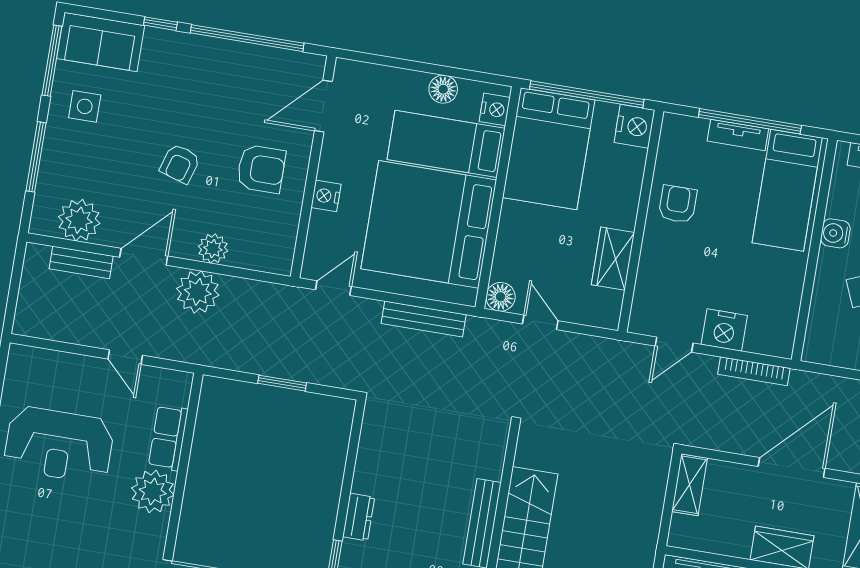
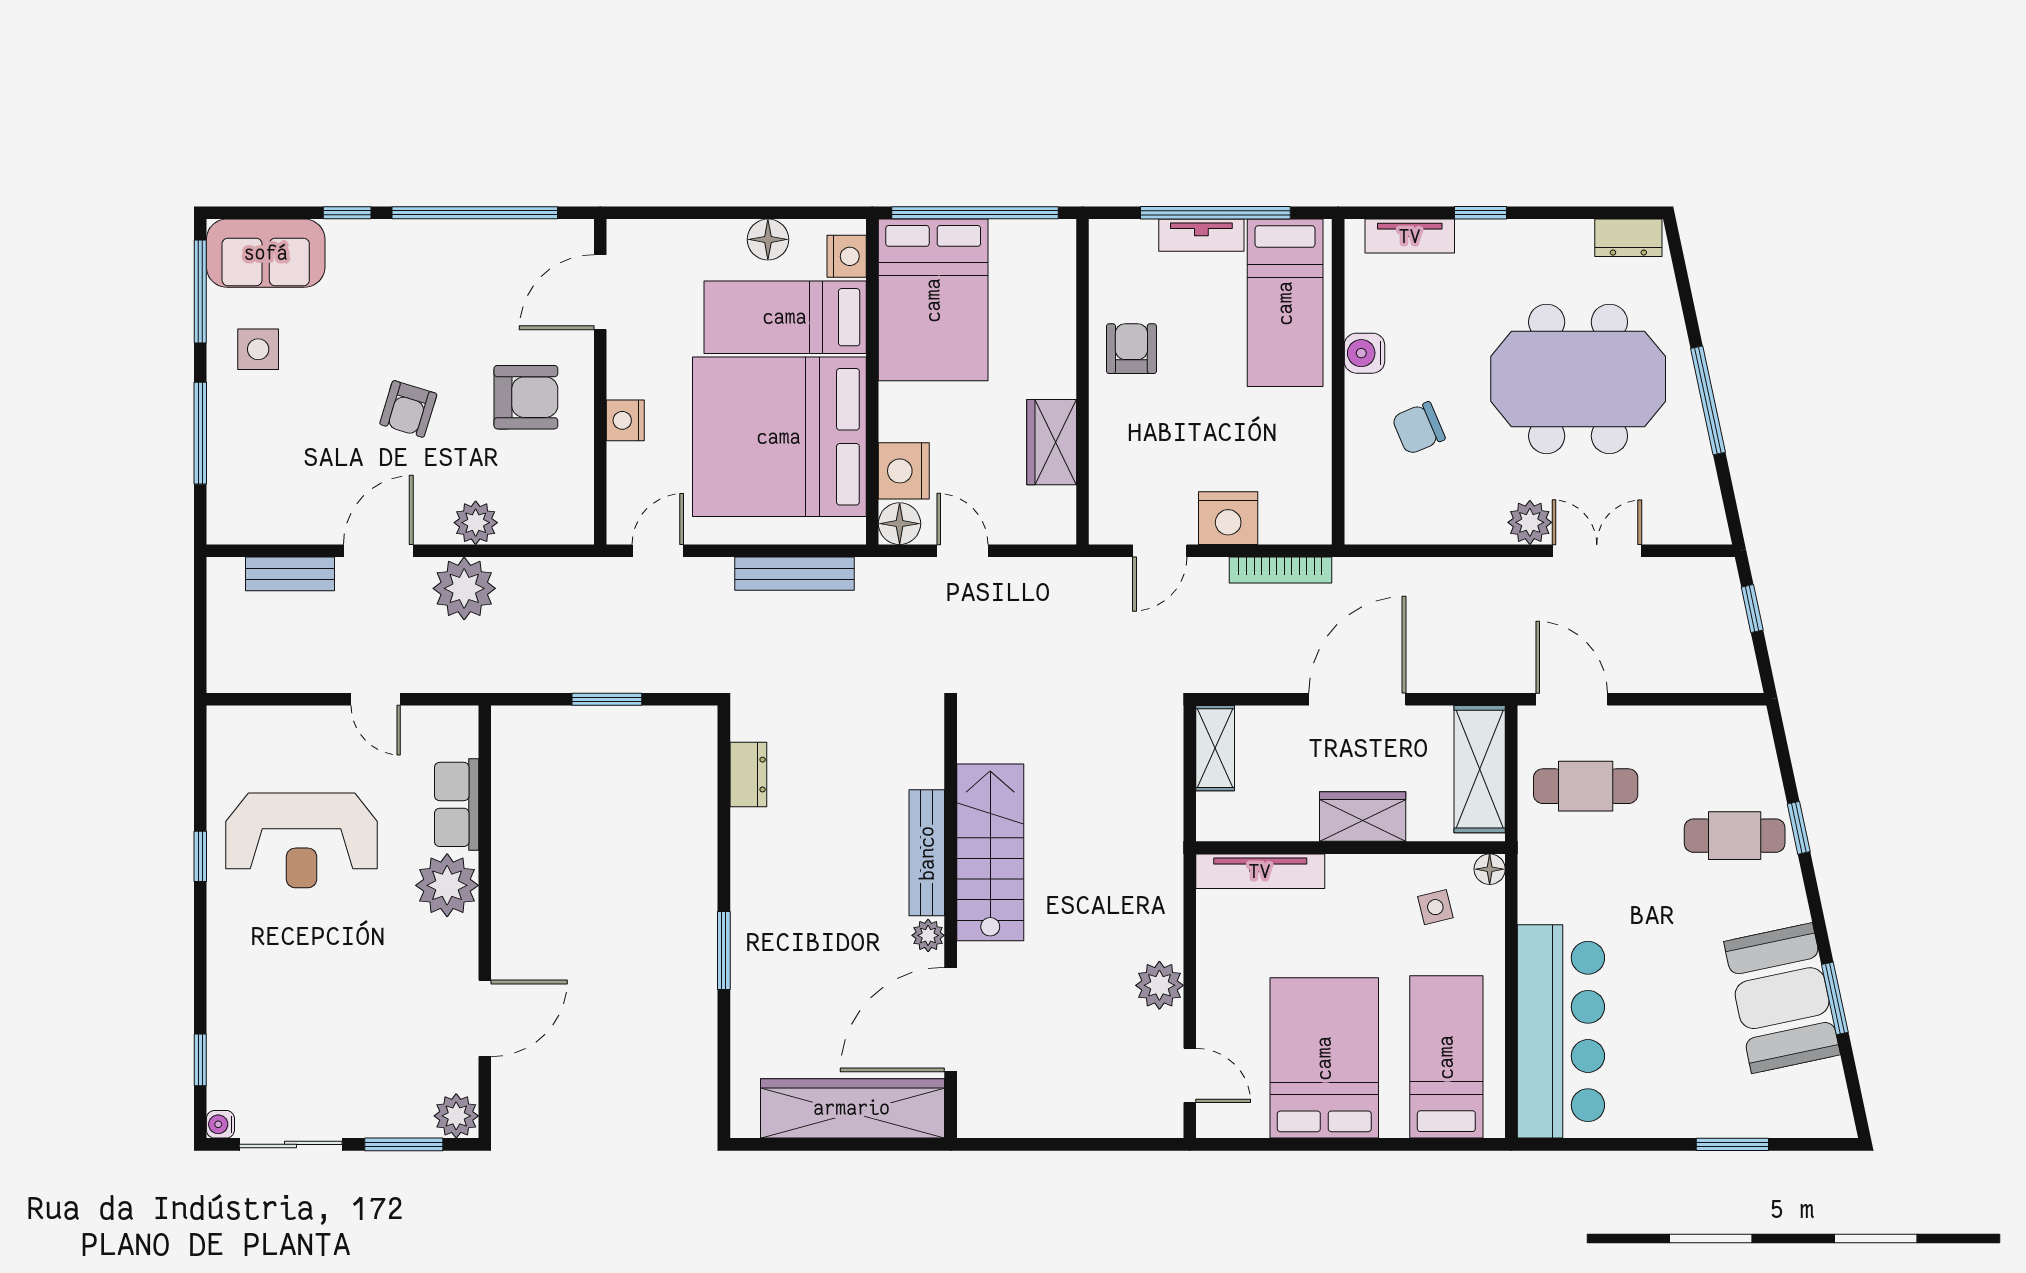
nightstand: (634, 126) -> (904, 471), moved, turned 180
plant: (79, 220) -> (277, 514), removed
dresser: (359, 517) -> (748, 775), moved

